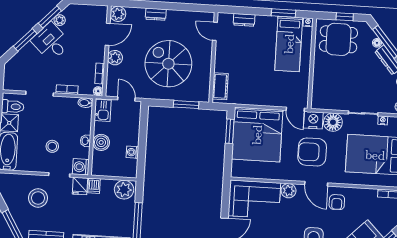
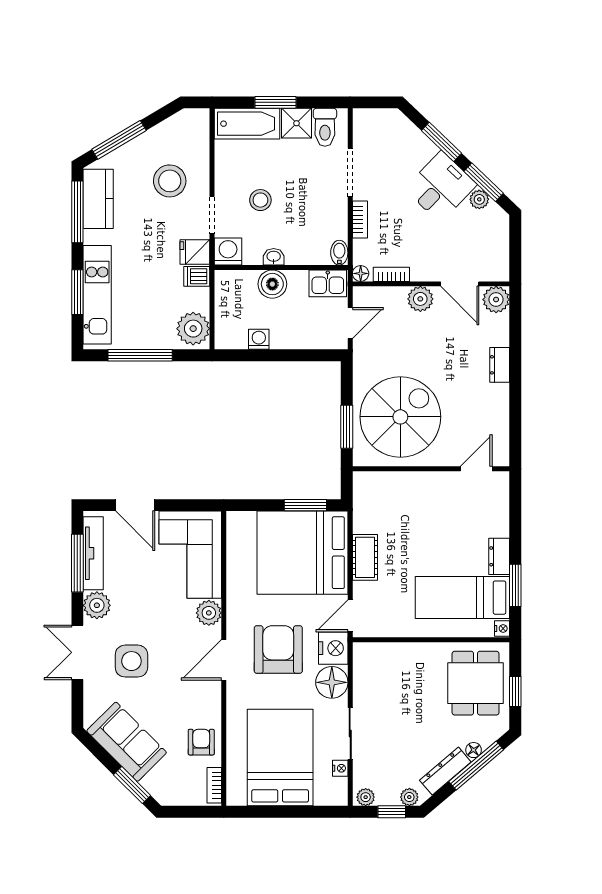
dresser: (244, 20) -> (499, 556), moved
spiral stairs: (168, 64) -> (400, 417), moved
cot: (220, 86) -> (365, 557), moved, turned 90
armchair: (337, 202) -> (201, 742), moved, turned 90

